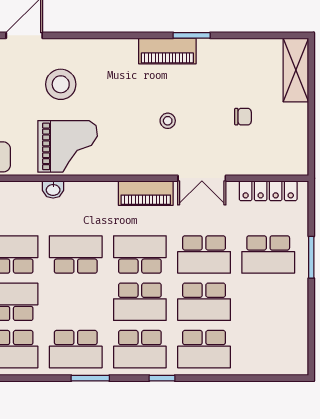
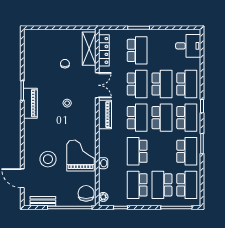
shelving: (296, 70) -> (89, 49), moved, turned 90
school desk: (140, 255) -> (137, 118), turned 180
desk: (277, 352) -> (188, 46), added

